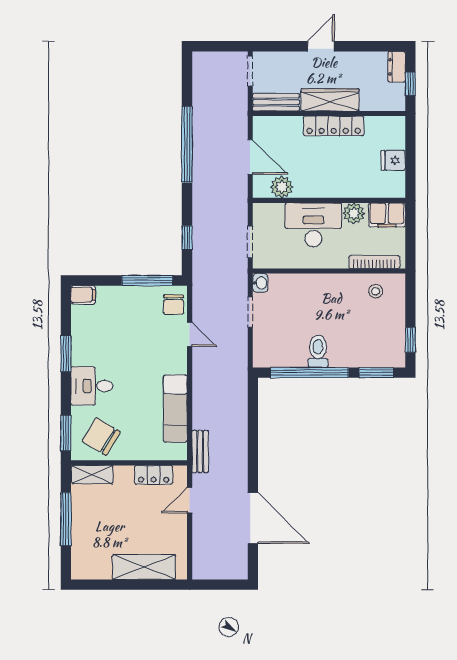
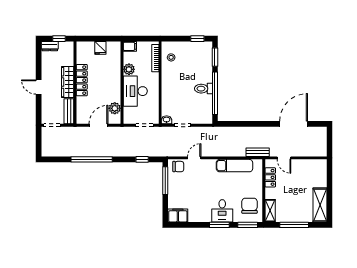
filing cabinet: (387, 215) -> (130, 46), width x0.50
filing cabinet: (83, 295) -> (178, 215), width x2.00
window: (66, 354) -> (219, 225), moved
chair: (101, 436) -> (250, 206), turned 149
shelving: (144, 567) -> (320, 205), moved

